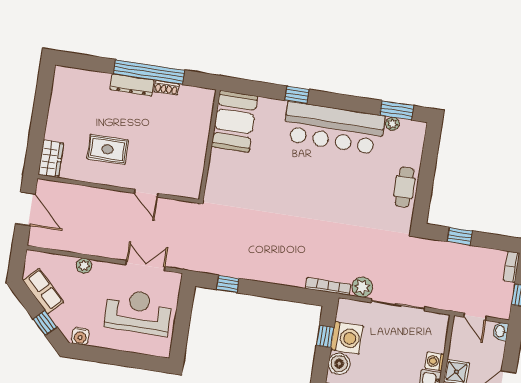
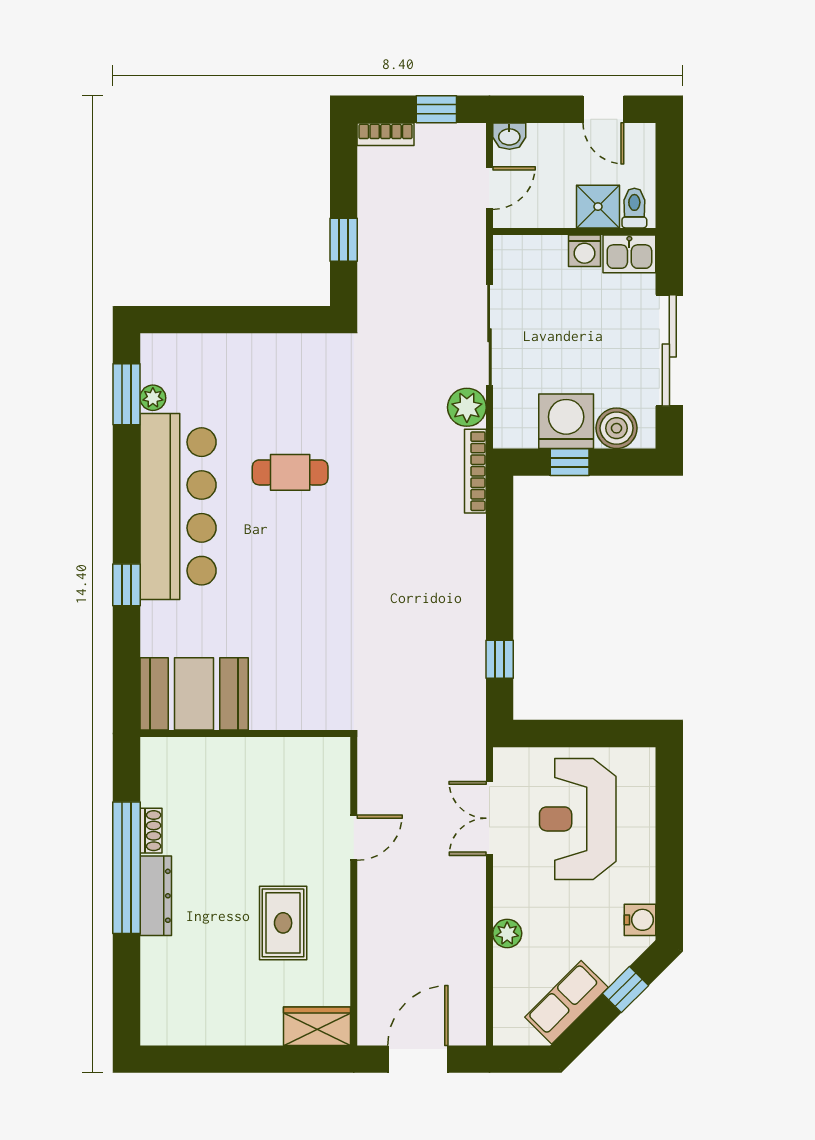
cafe table: (404, 187) -> (290, 472), moved

